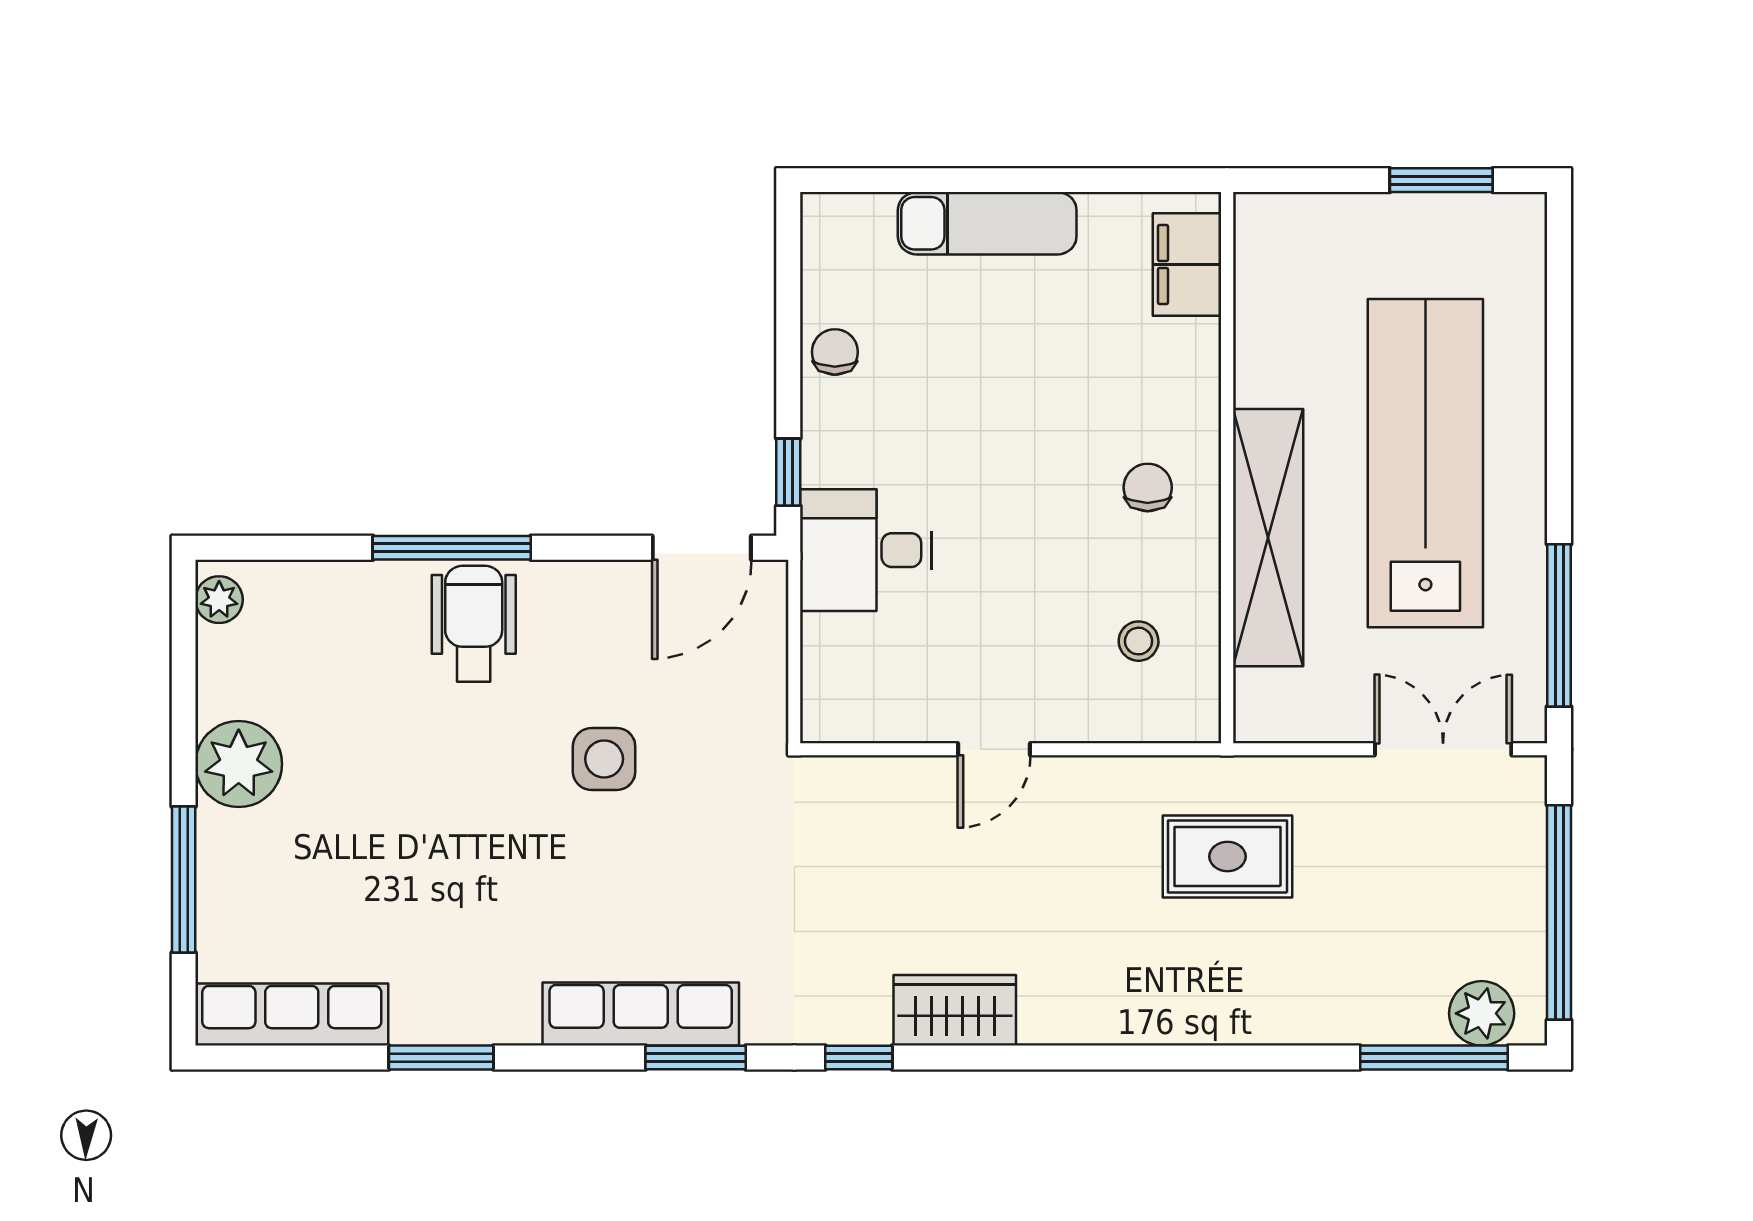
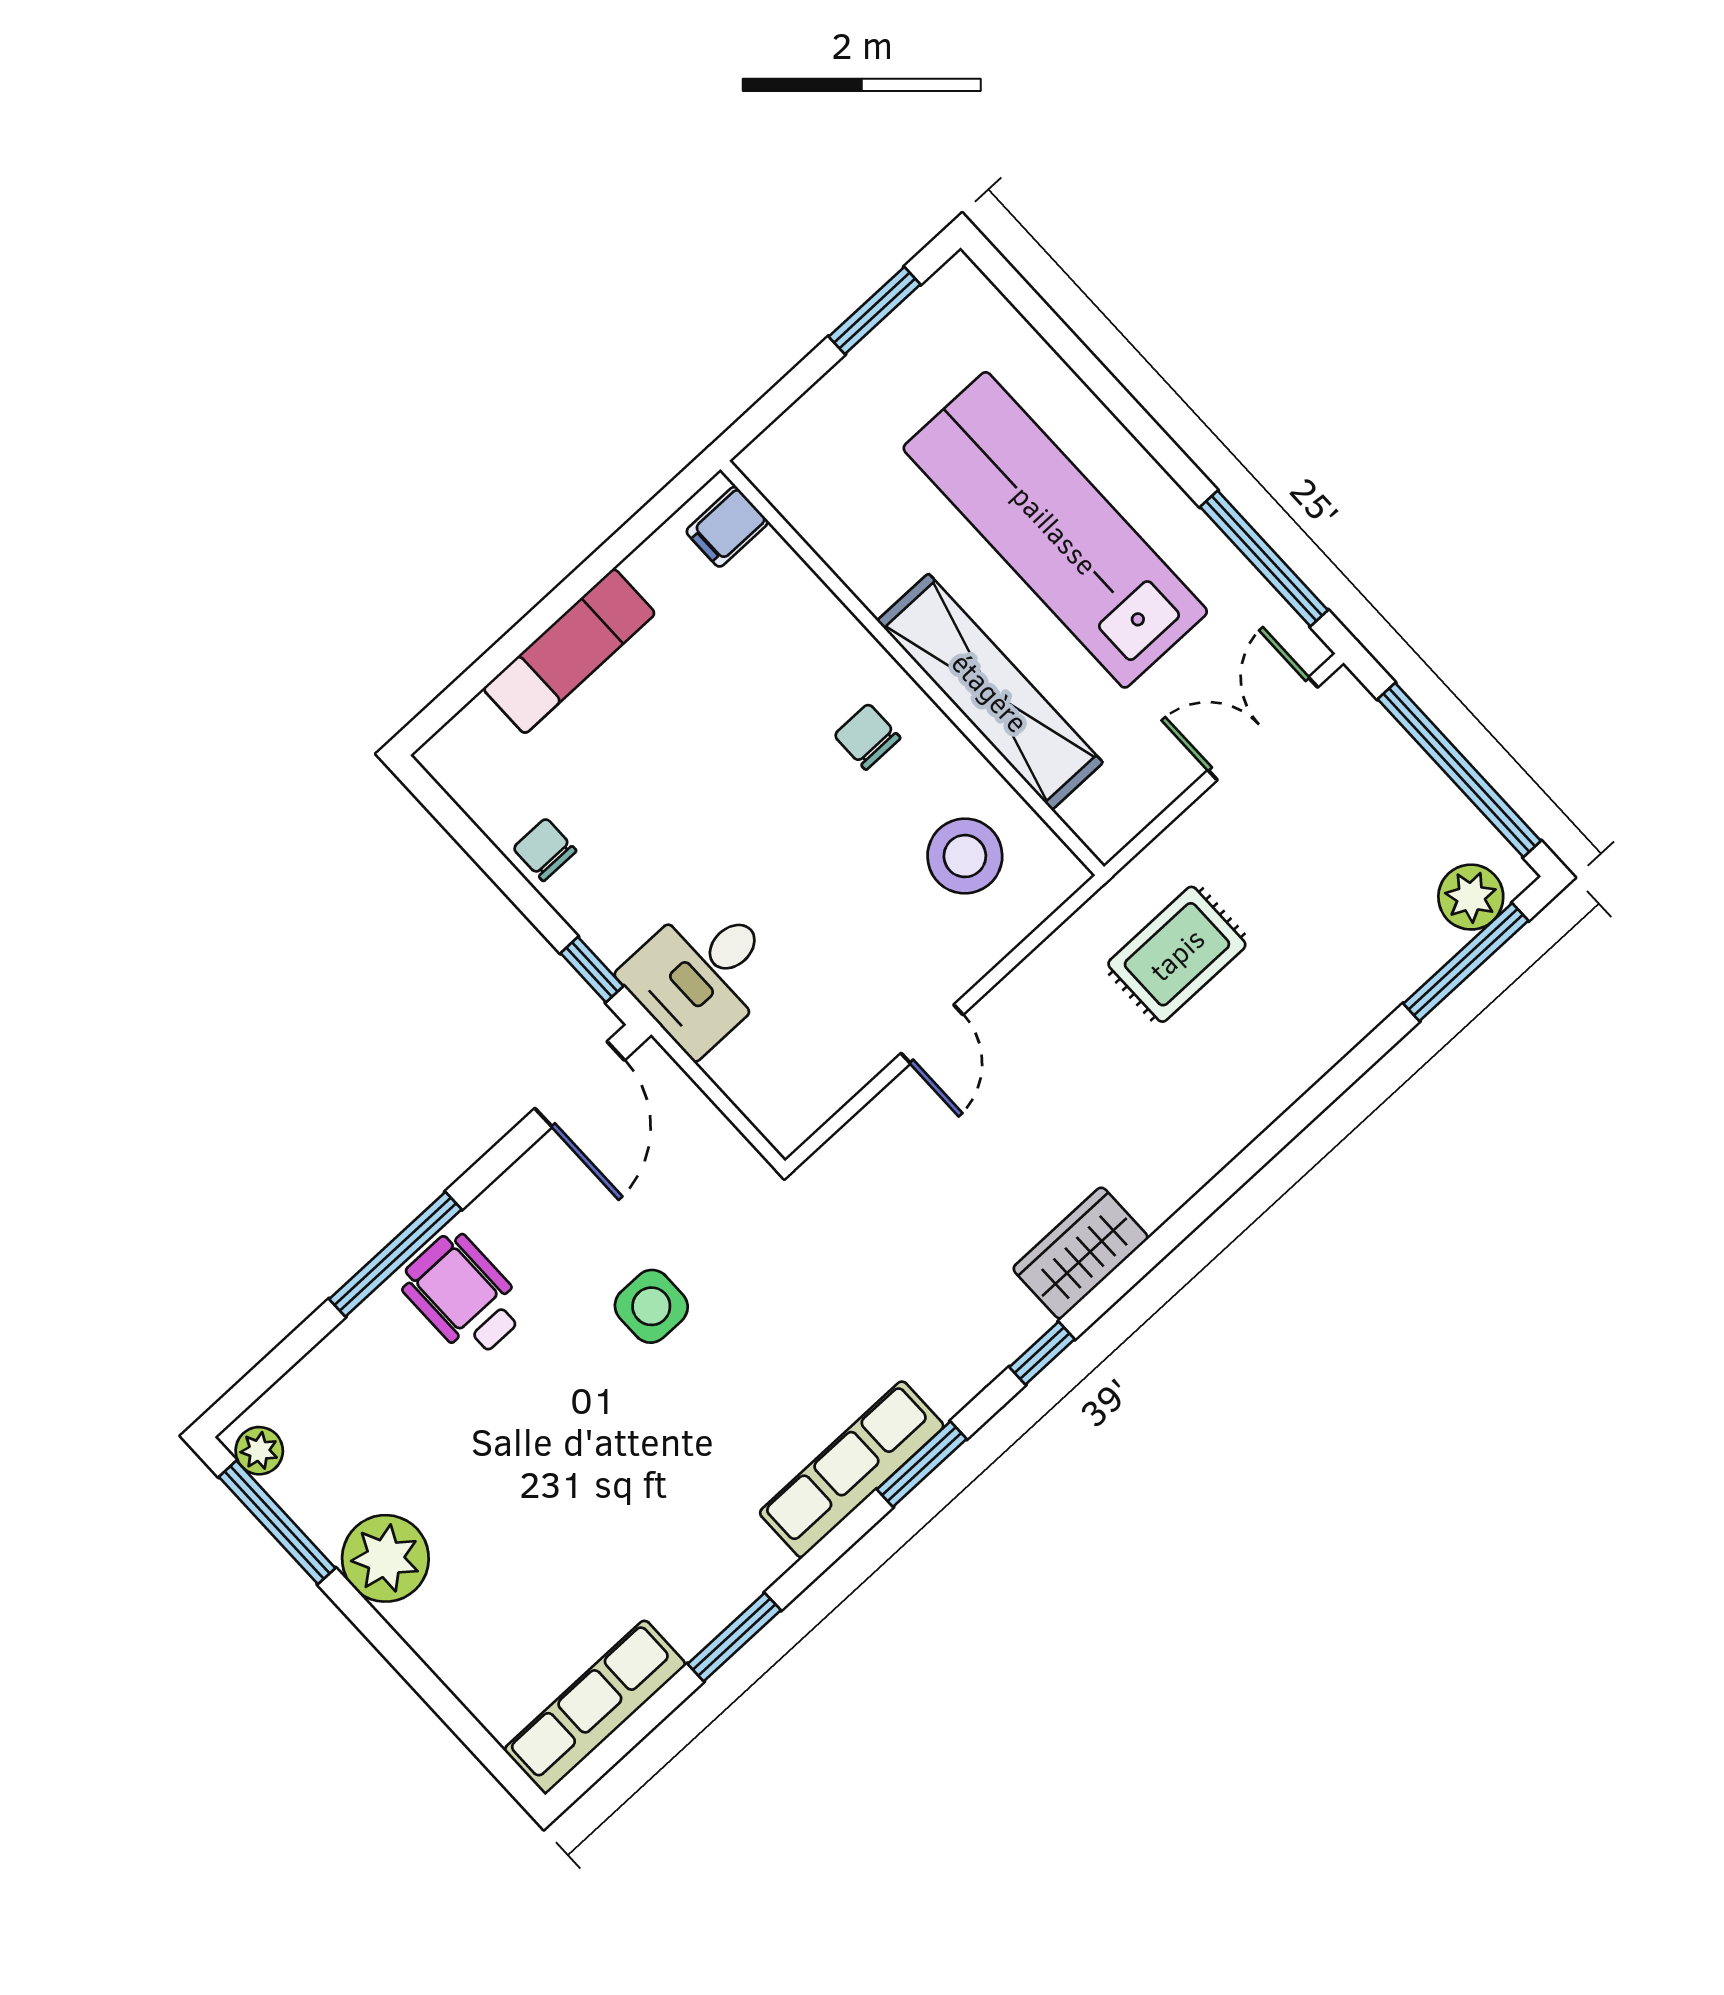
filing cabinet: (1187, 264) -> (727, 527), width x0.50
stool: (1139, 641) -> (965, 856), width x1.89, depth x1.89
window: (184, 880) -> (277, 1522), moved

